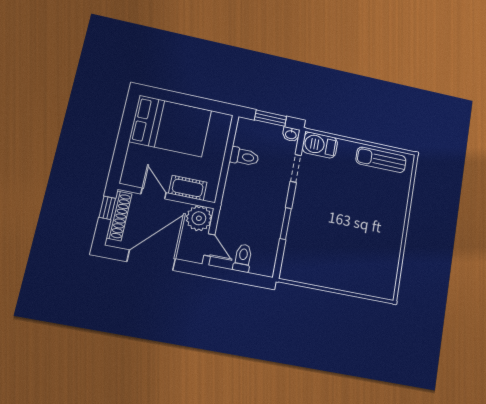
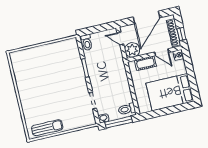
window: (271, 118) -> (119, 122), width x1.44
barbecue: (320, 145) -> (85, 120), removed
toilet: (244, 157) -> (127, 109), moved
nightstand: (129, 177) -> (178, 55), added
toilet: (243, 258) -> (87, 42), moved

